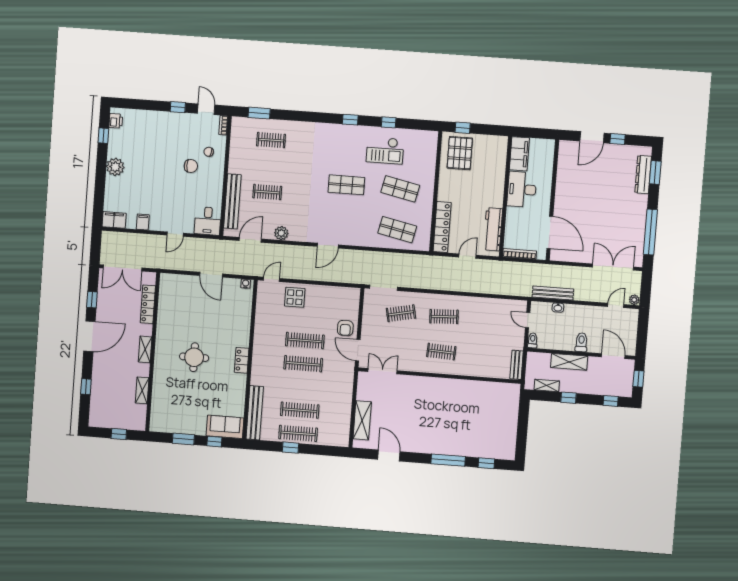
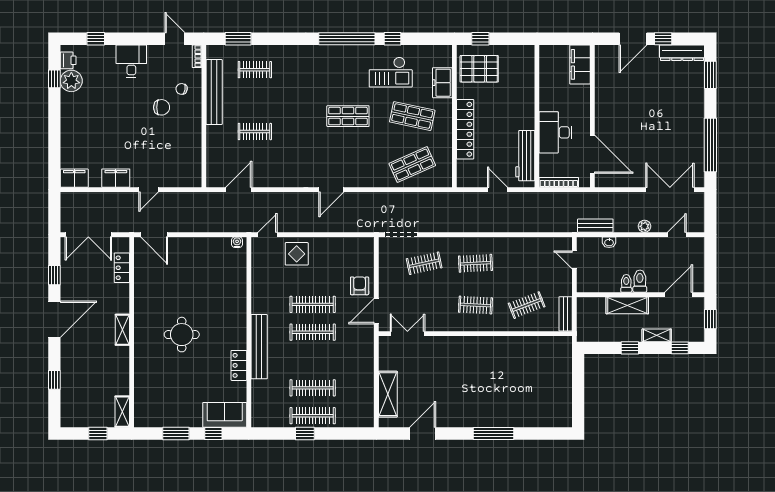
window: (178, 107) -> (96, 39), moved
window: (350, 120) -> (347, 39), width x3.17
pallet: (460, 153) -> (479, 69), turned 90
filing cabinet: (519, 154) -> (580, 64), moved, turned 180
freezer: (428, 163) -> (442, 83), added
plant: (115, 167) -> (71, 81), moved
dresser: (643, 175) -> (682, 53), moved, turned -90
desk: (522, 189) -> (555, 132), moved
bench: (232, 201) -> (214, 92), moved
desk: (208, 221) -> (131, 61), moved, turned 180
filing cabinet: (143, 222) -> (116, 178), width x2.00
locker: (442, 227) -> (465, 129), moved
shop shelf: (397, 230) -> (412, 165), turned -36
plant: (281, 233) -> (275, 179), removed
door: (467, 256) -> (498, 190), hinge flipped
door: (211, 275) -> (154, 235), moved
bench: (553, 293) -> (595, 226), width x0.73
plant: (634, 300) -> (645, 226), moved
locker: (148, 304) -> (122, 268), width x0.66
armchair: (345, 328) -> (360, 286), turned 180
toilet: (533, 340) -> (626, 283), moved
door: (358, 350) -> (376, 311), hinge flipped
clothes rail: (484, 355) -> (527, 305), added
door: (613, 356) -> (679, 295), hinge flipped
locker: (242, 360) -> (239, 365), moved
shelving: (547, 385) -> (657, 335), moved
shelving: (142, 390) -> (122, 412), moved
bench: (255, 413) -> (259, 347), moved
door: (389, 455) -> (423, 433), hinge flipped
window: (486, 463) -> (539, 433), removed

